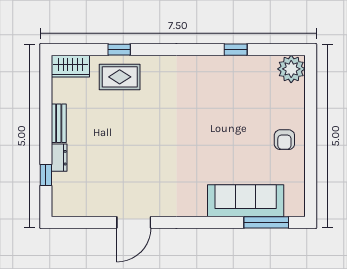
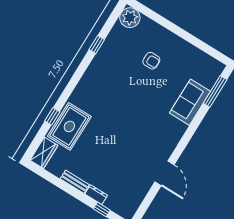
rug: (120, 77) -> (69, 126), width x1.36, depth x1.43
armchair: (284, 140) -> (151, 61), moved
sofa: (246, 201) -> (190, 102), width x0.73

